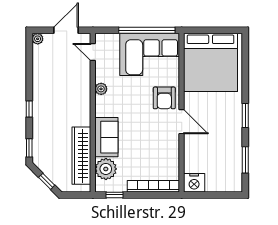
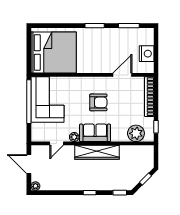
door: (93, 52) -> (57, 143), moved
armchair: (164, 98) -> (98, 102), moved
door: (182, 122) -> (122, 75), moved
sofa: (106, 137) -> (95, 133), moved
wardrobe: (81, 156) -> (97, 152), moved
nightstand: (194, 183) -> (147, 54), moved

